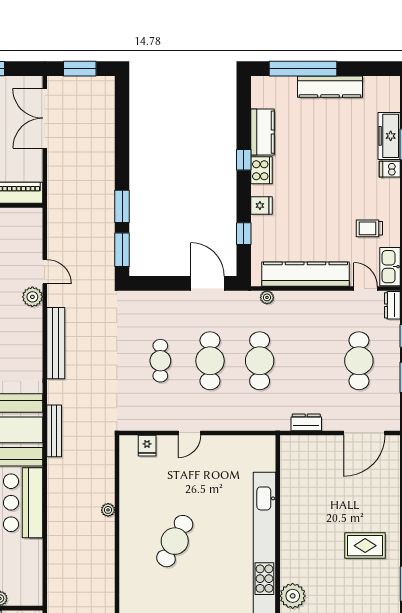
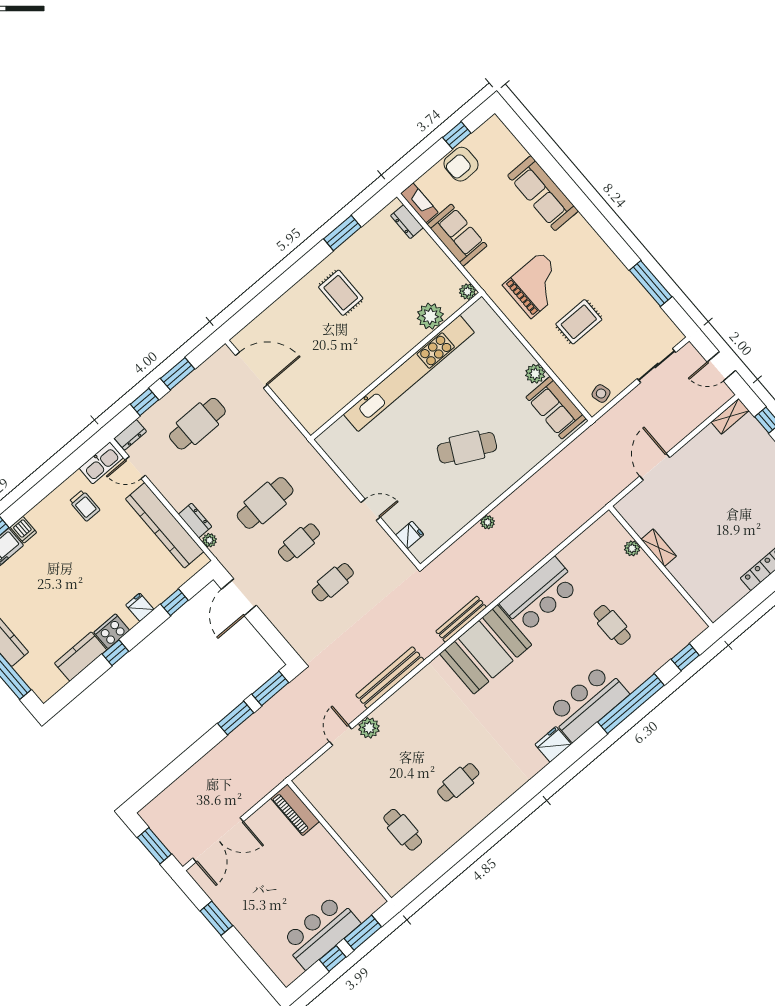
door: (365, 288) -> (135, 468), hinge flipped
cafe table: (210, 361) -> (299, 543), width x0.73, depth x0.74
dresser: (306, 422) -> (195, 521), moved, turned 180

